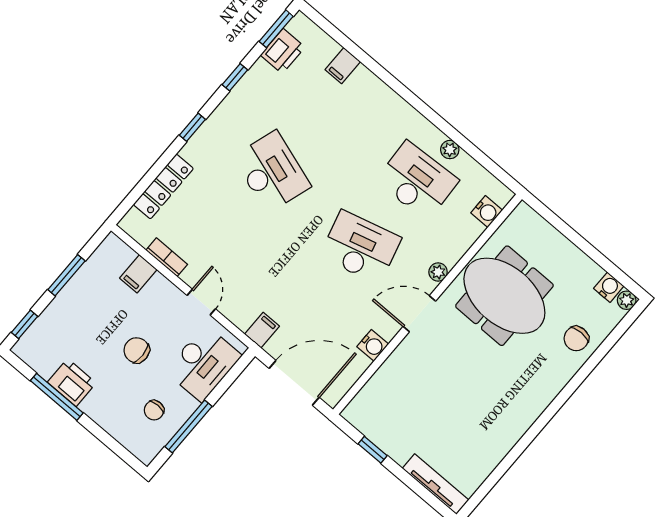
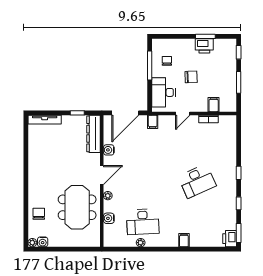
printer: (283, 51) -> (230, 239), moved
filing cabinet: (343, 66) -> (184, 240), moved
desk: (272, 172) -> (197, 181), turned -42
locker: (163, 186) -> (231, 143), removed
water cooler: (487, 211) -> (109, 218), moved
desk: (360, 247) -> (143, 181), removed
meeting table: (504, 296) -> (77, 207), turned 90
door: (201, 302) -> (183, 113), hinge flipped
dresser: (375, 393) -> (93, 134), added
window: (57, 397) -> (205, 36), width x0.69

